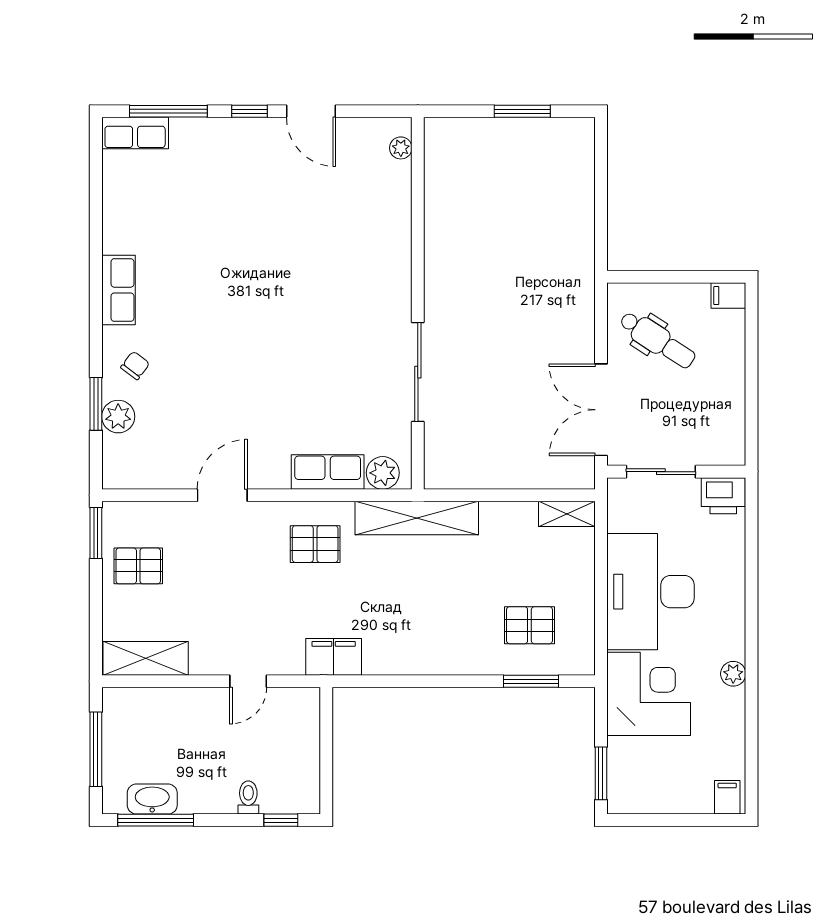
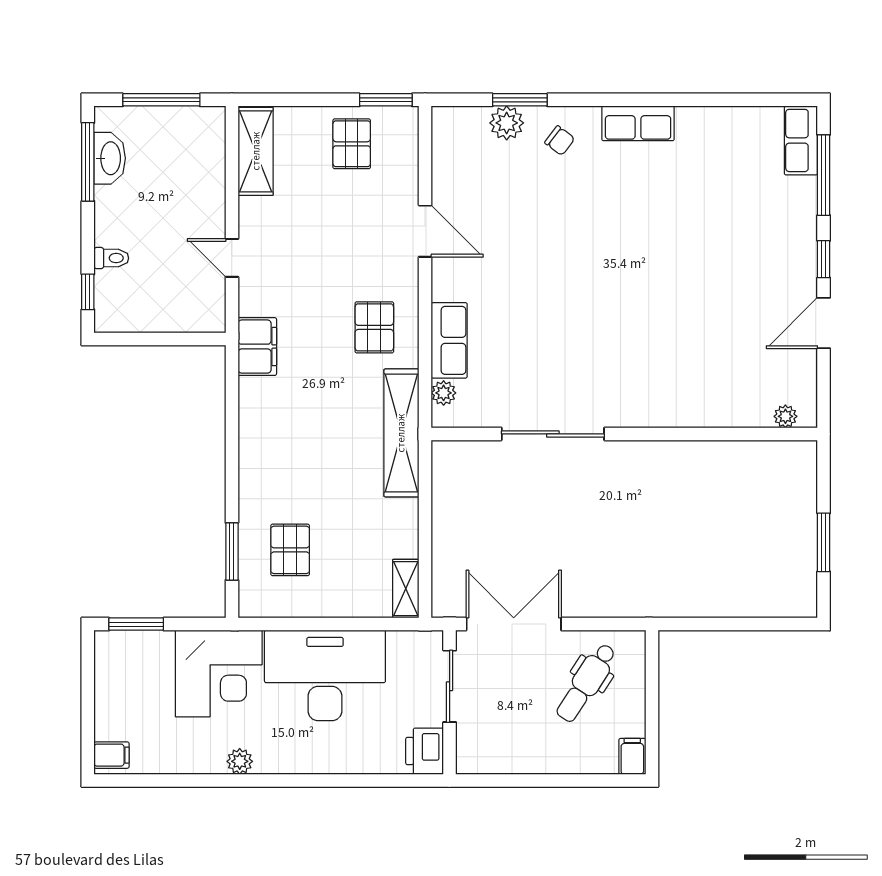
plant: (383, 473) -> (444, 393), width x0.73, depth x0.73

